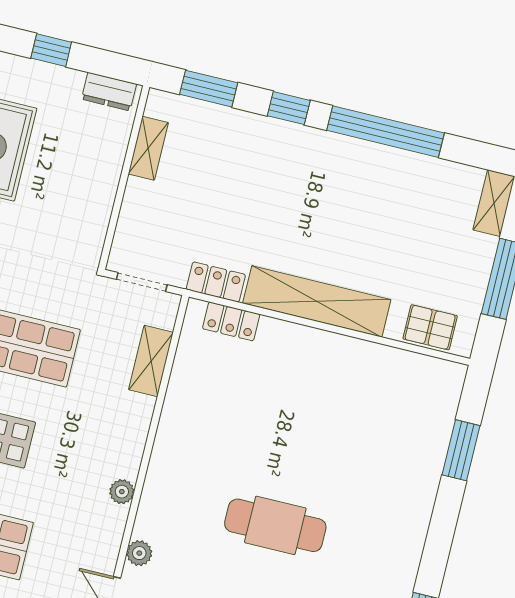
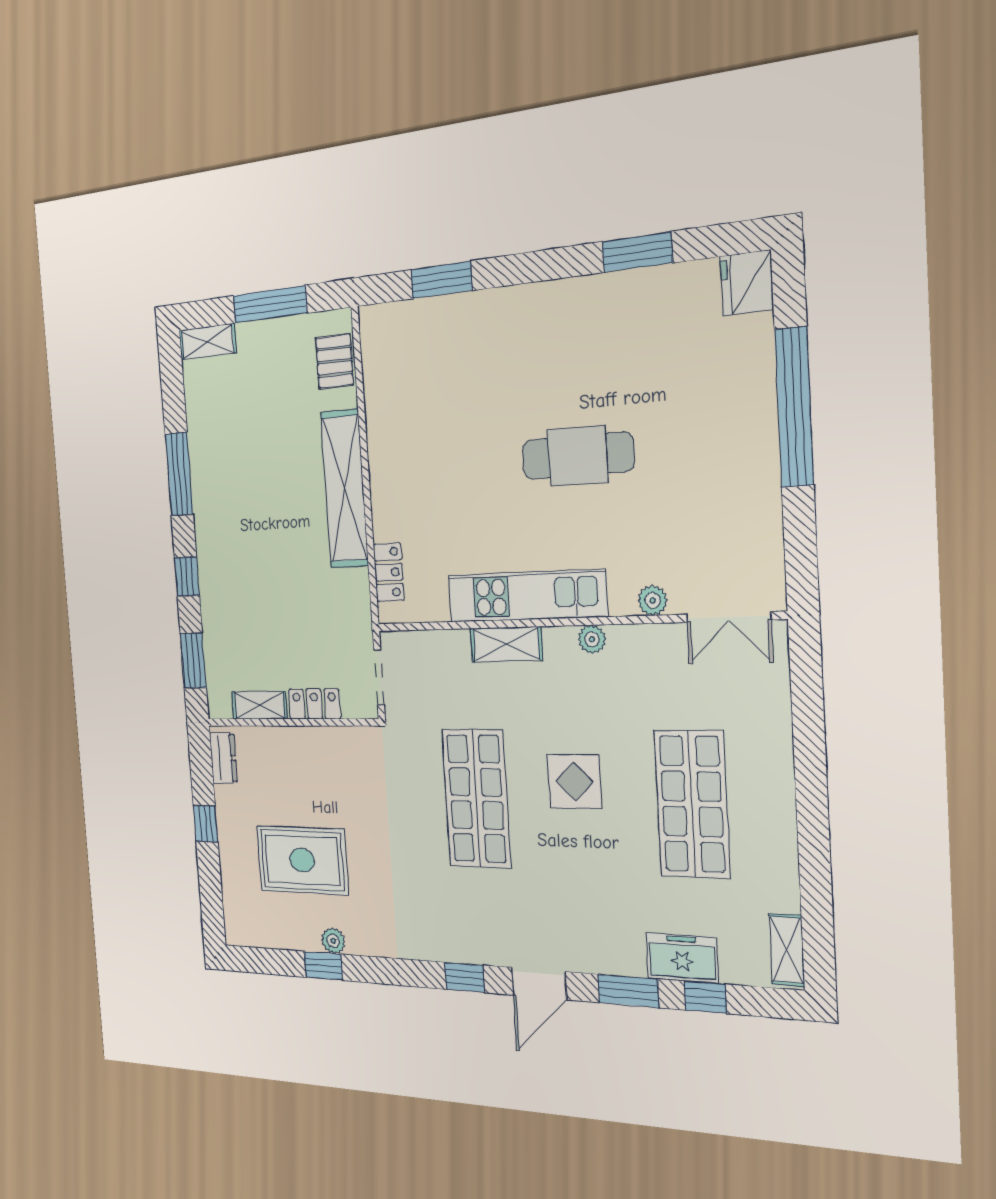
window: (385, 132) -> (179, 474), width x0.68
locker: (216, 282) -> (314, 704), moved, turned 90
shelving: (151, 361) -> (506, 644), moved
kitchen unit: (174, 445) -> (527, 596), added
cafe table: (275, 525) -> (578, 456), turned 90

